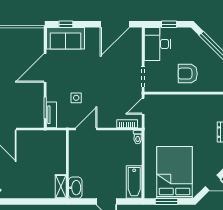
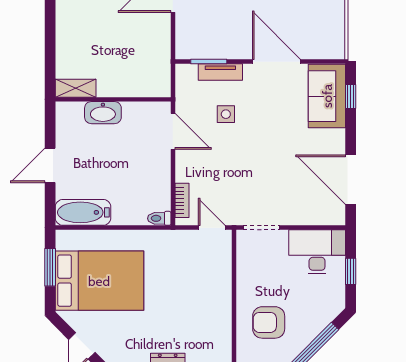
armchair: (188, 74) -> (269, 322), moved, turned -90
tv unit: (51, 115) -> (220, 72), moved
washbasin: (75, 188) -> (103, 113), moved

